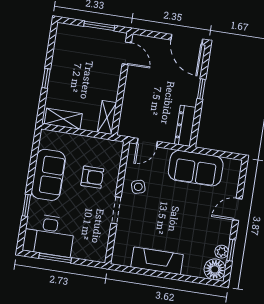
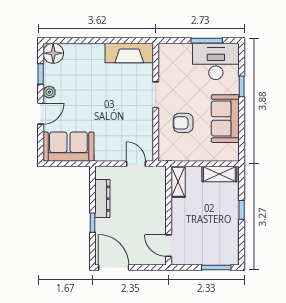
window: (99, 26) -> (216, 268), moved
dresser: (185, 126) -> (102, 199), moved
door: (147, 143) -> (136, 164), hinge flipped
sofa: (196, 168) -> (68, 147), moved
side table: (138, 187) -> (138, 120), removed
plant: (222, 252) -> (49, 92), moved
fireplace: (157, 261) -> (129, 53), moved

